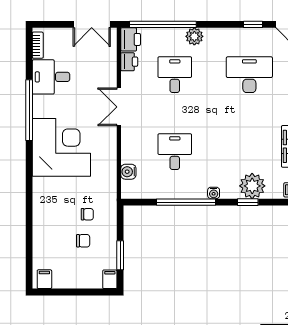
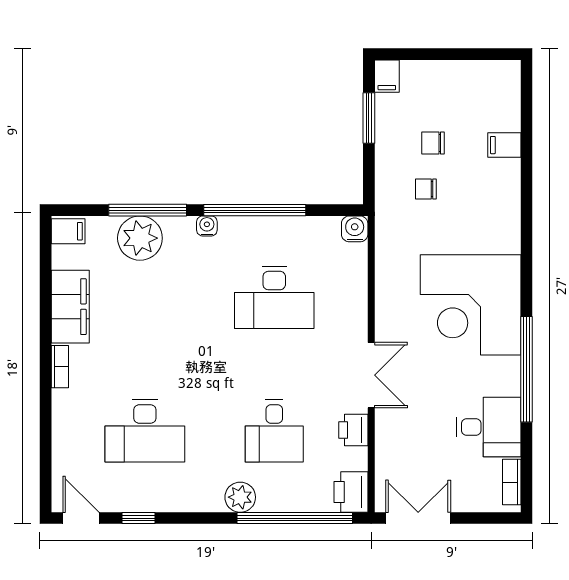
printer: (129, 62) -> (353, 430), moved
desk: (175, 152) -> (274, 297), width x1.37
water cooler: (128, 172) -> (355, 229), moved, turned -90
window: (248, 202) -> (148, 210), width x2.17
filing cabinet: (44, 279) -> (504, 145), moved, turned 90

